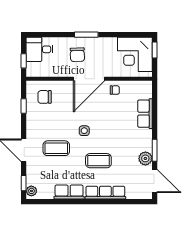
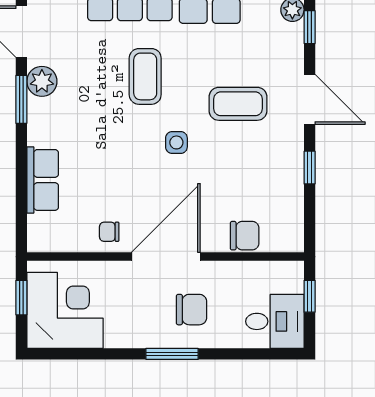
window: (155, 50) -> (21, 298), moved
chair: (77, 55) -> (192, 310), turned 92
chair: (45, 97) -> (245, 236), moved
window: (24, 106) -> (310, 168), moved
coffee table: (98, 161) -> (145, 76), turned 90

